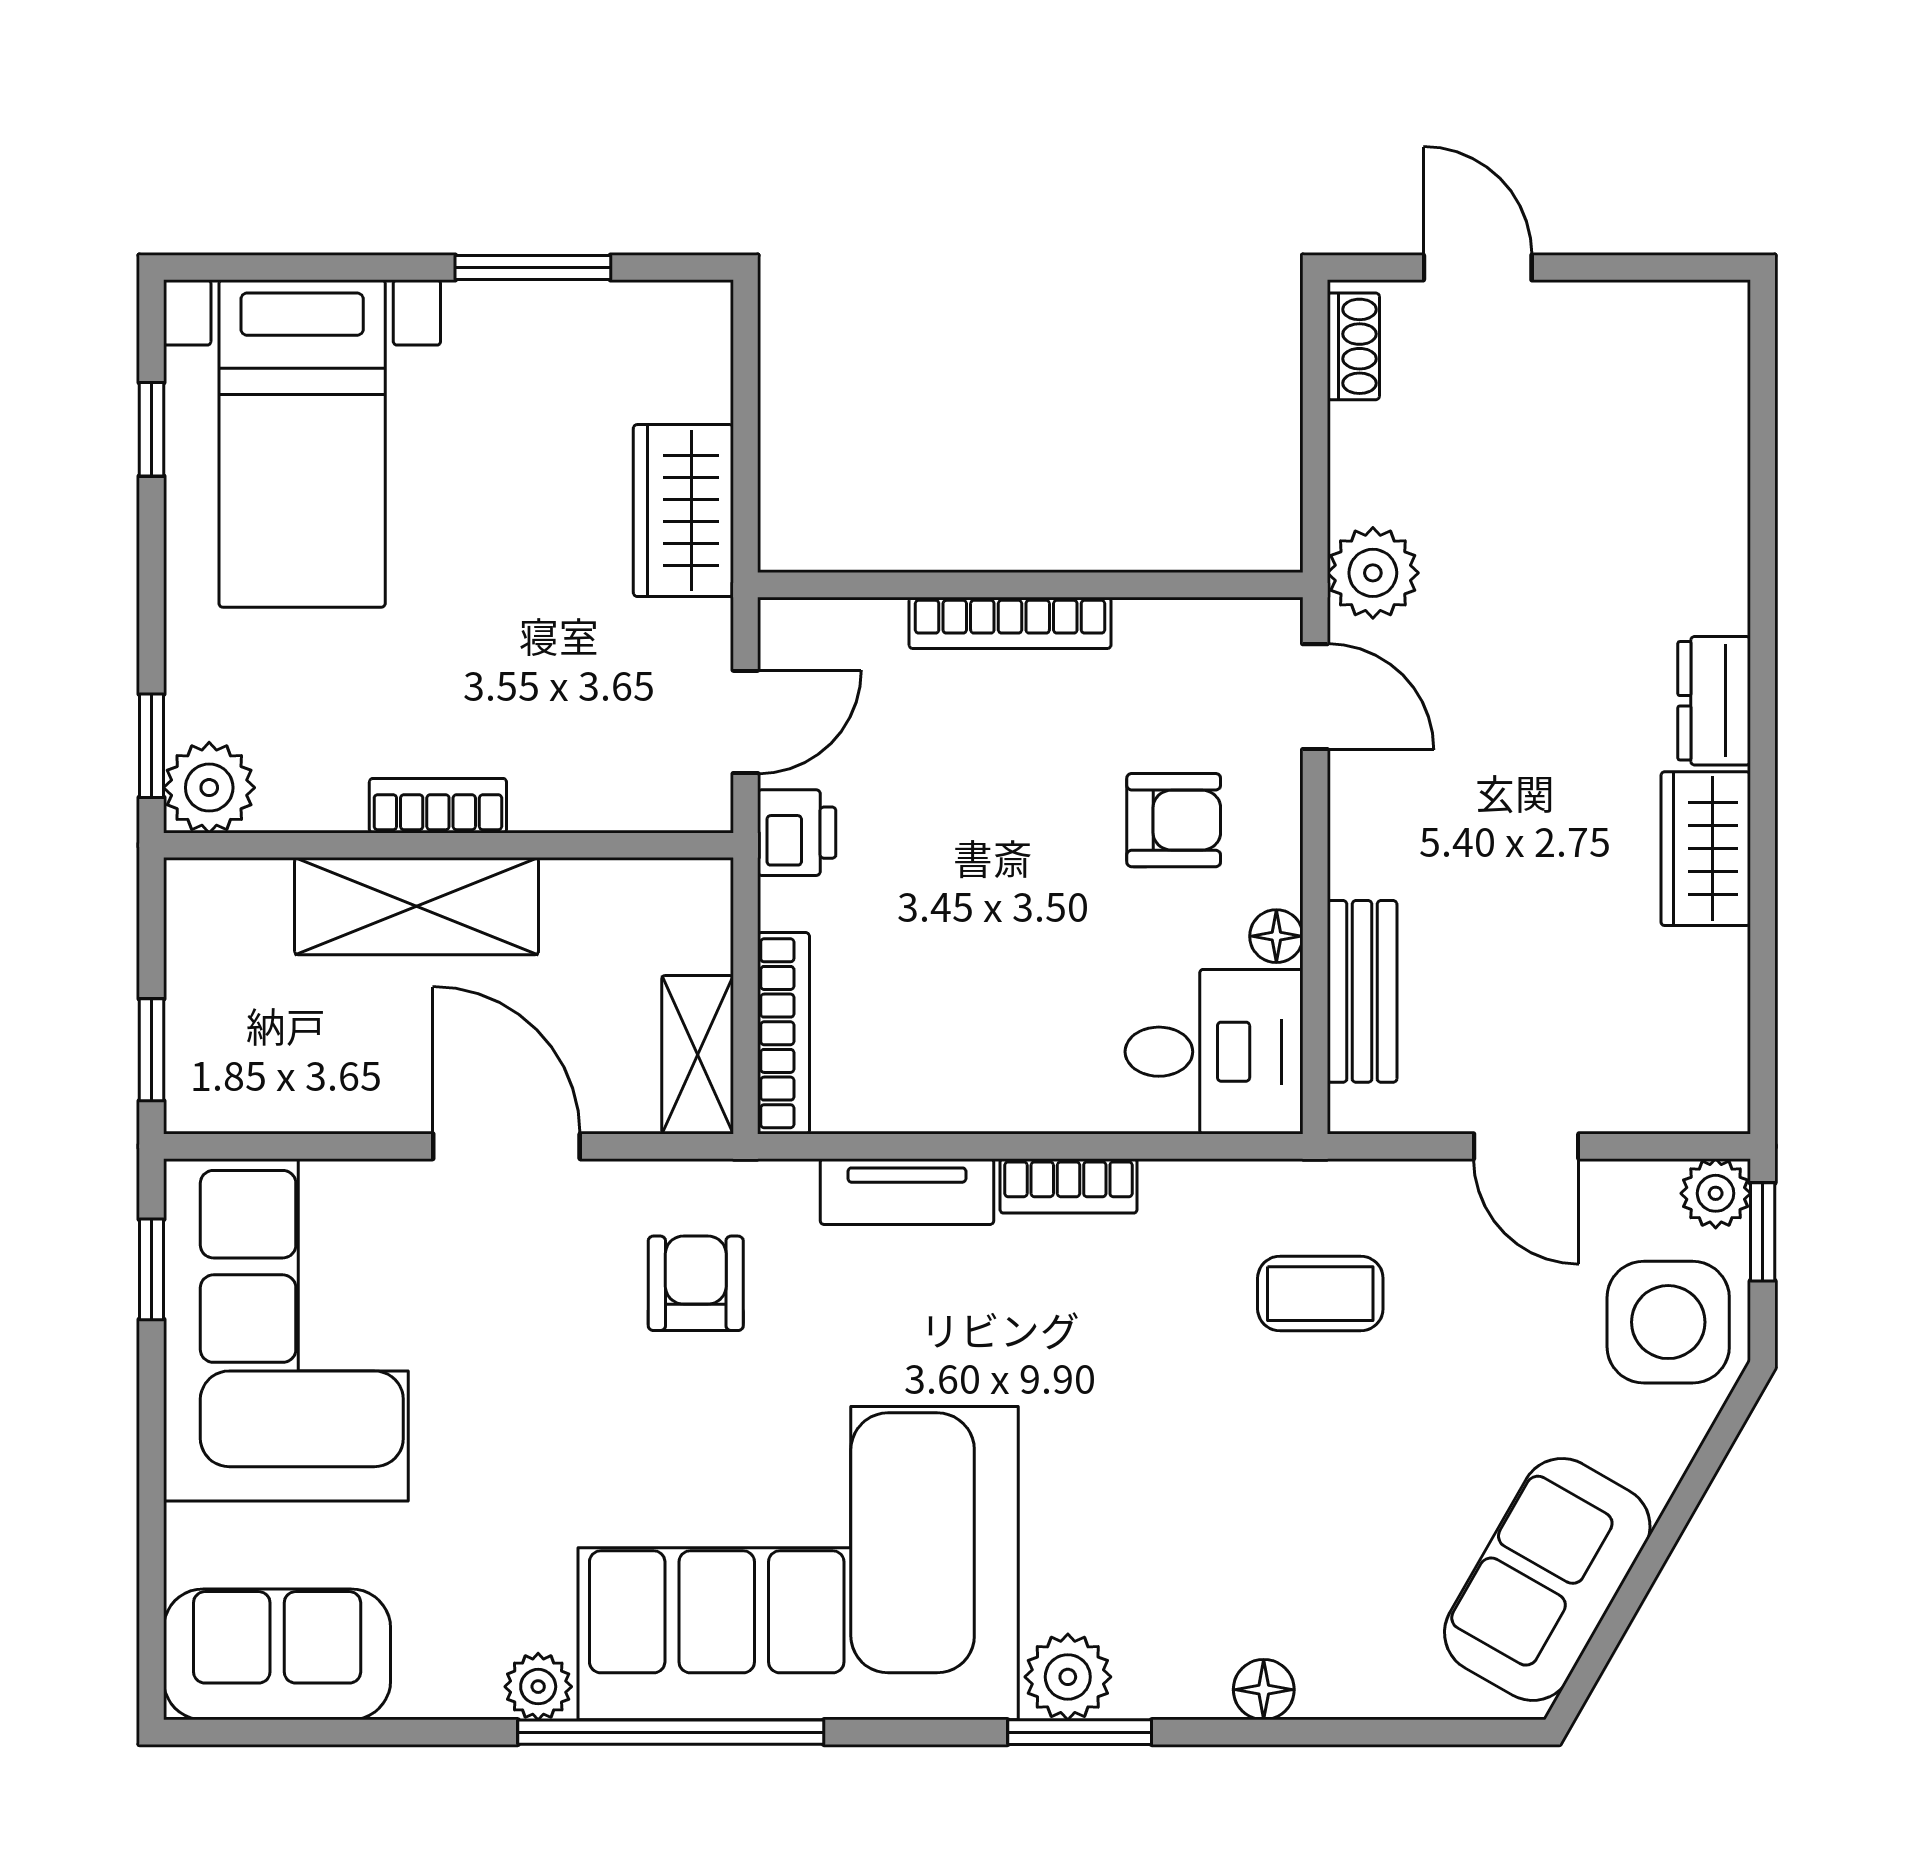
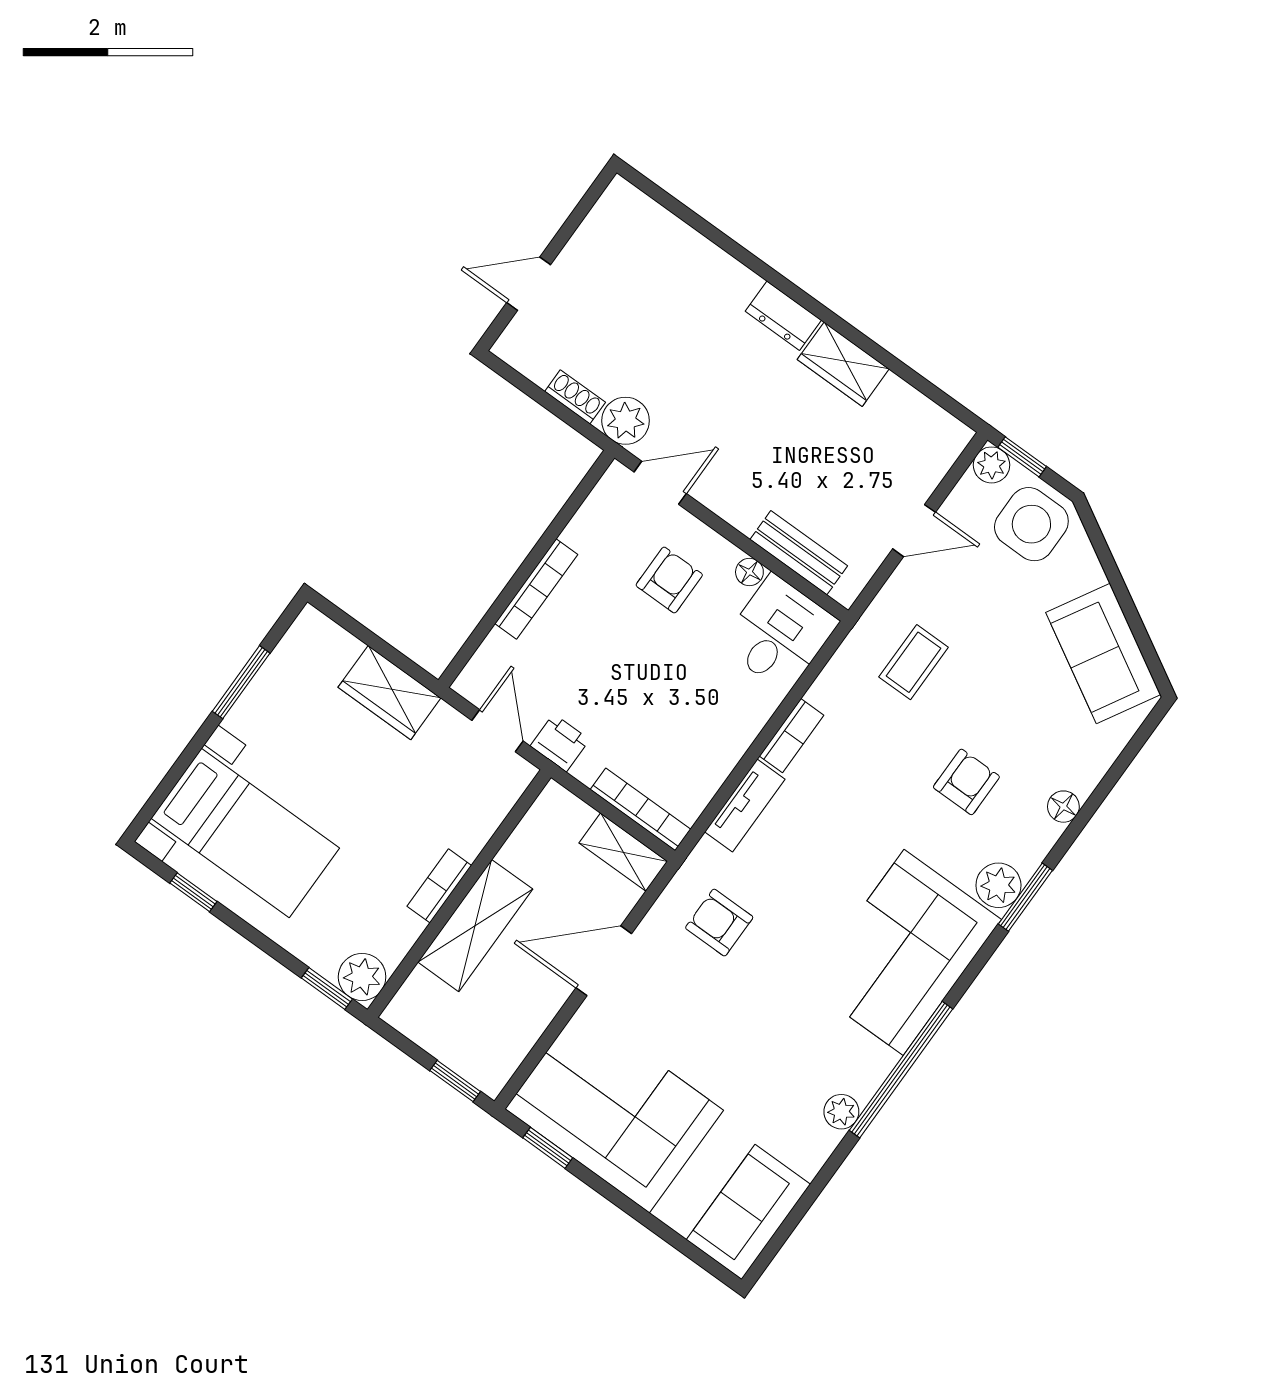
shoe rack: (1353, 346) -> (575, 397), moved
armchair: (1193, 1511) -> (966, 782), added
corner sofa: (798, 1563) -> (904, 952), width x0.73, depth x0.74

